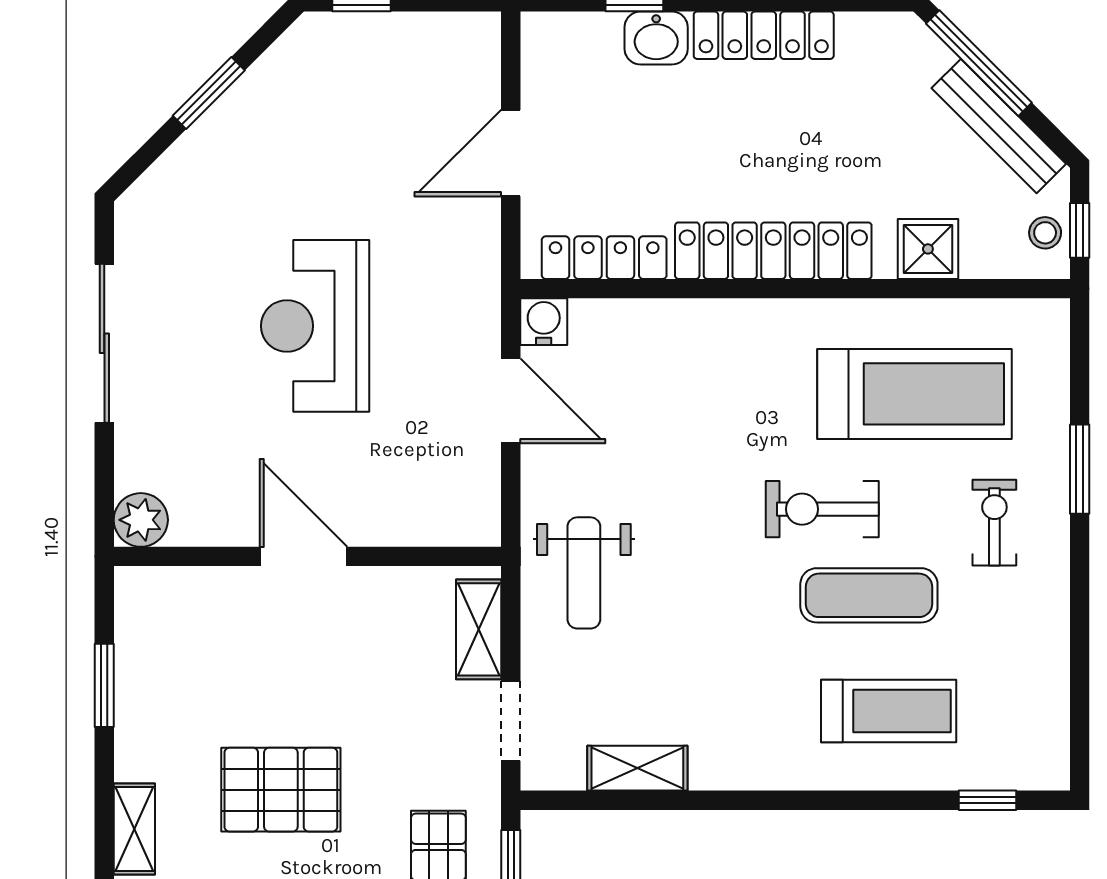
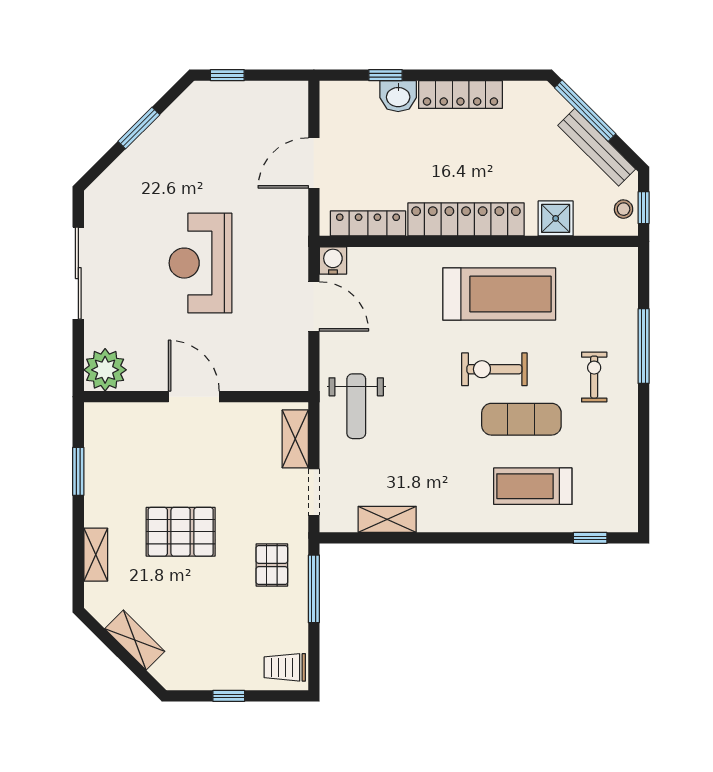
treadmill: (914, 394) -> (499, 294), moved
window: (1080, 469) -> (644, 346), width x1.44
plant: (141, 520) -> (105, 370), width x1.36, depth x1.36
treadmill: (889, 711) -> (533, 486), turned 180

